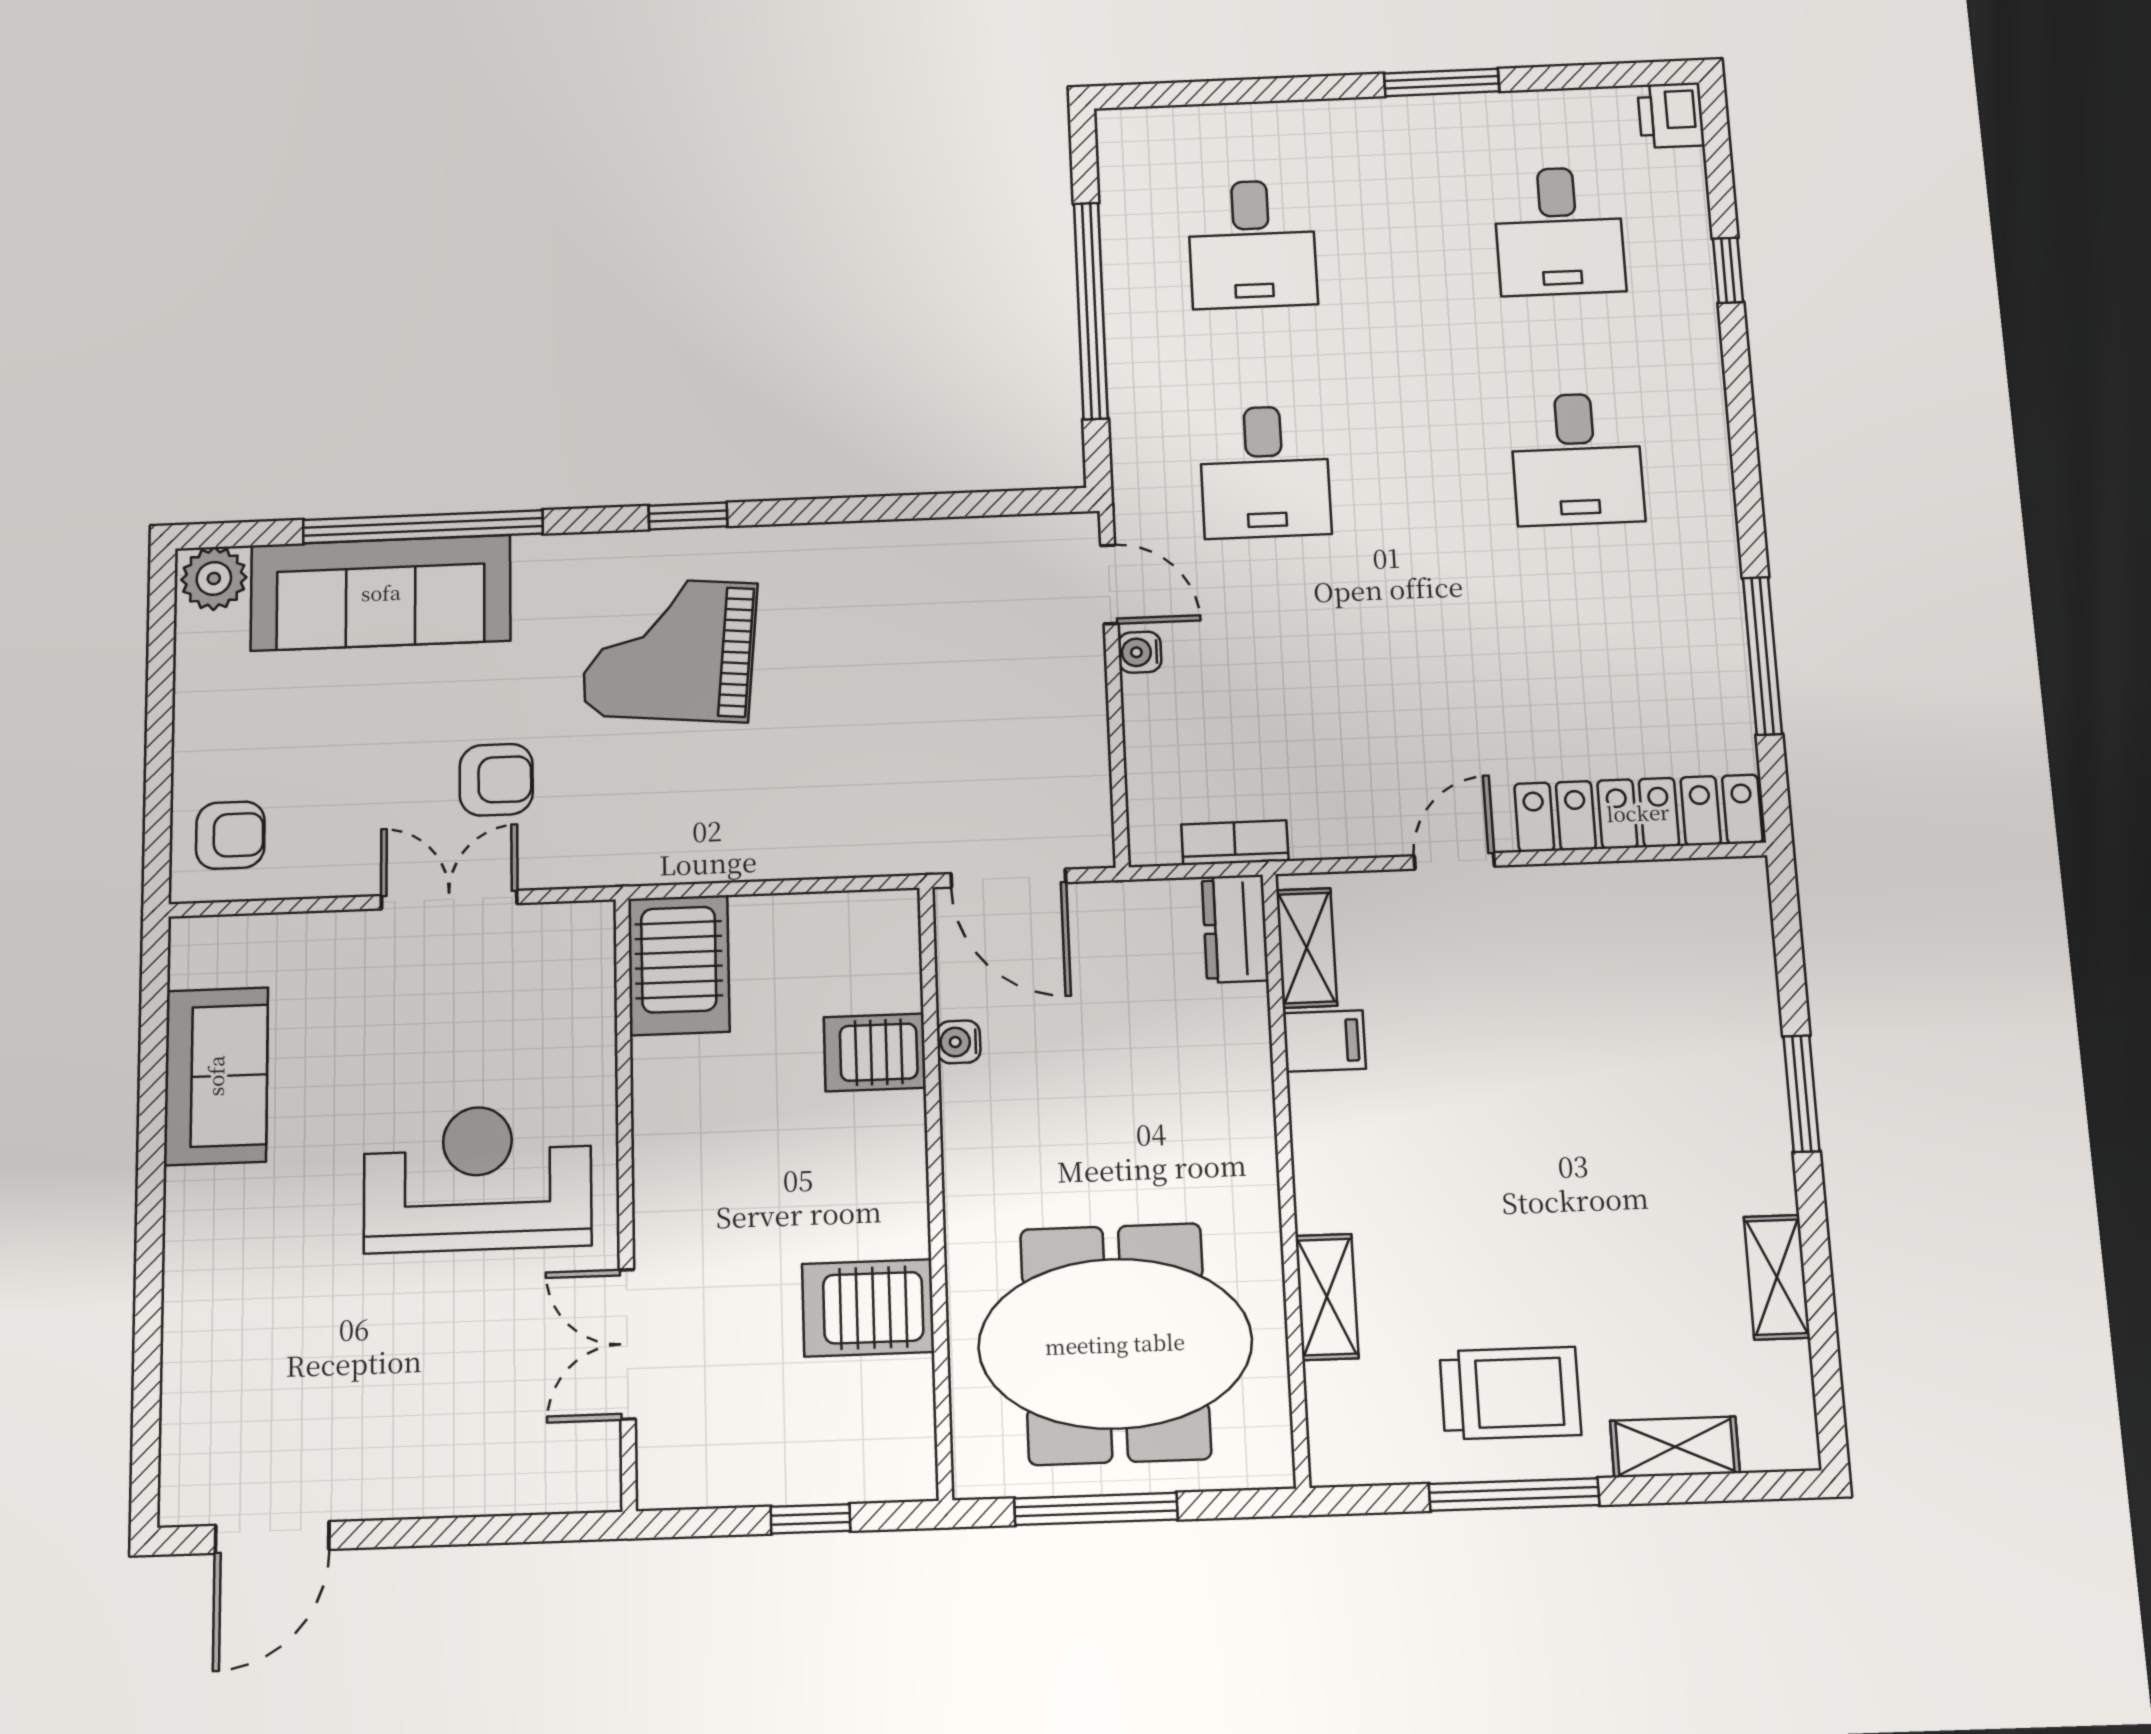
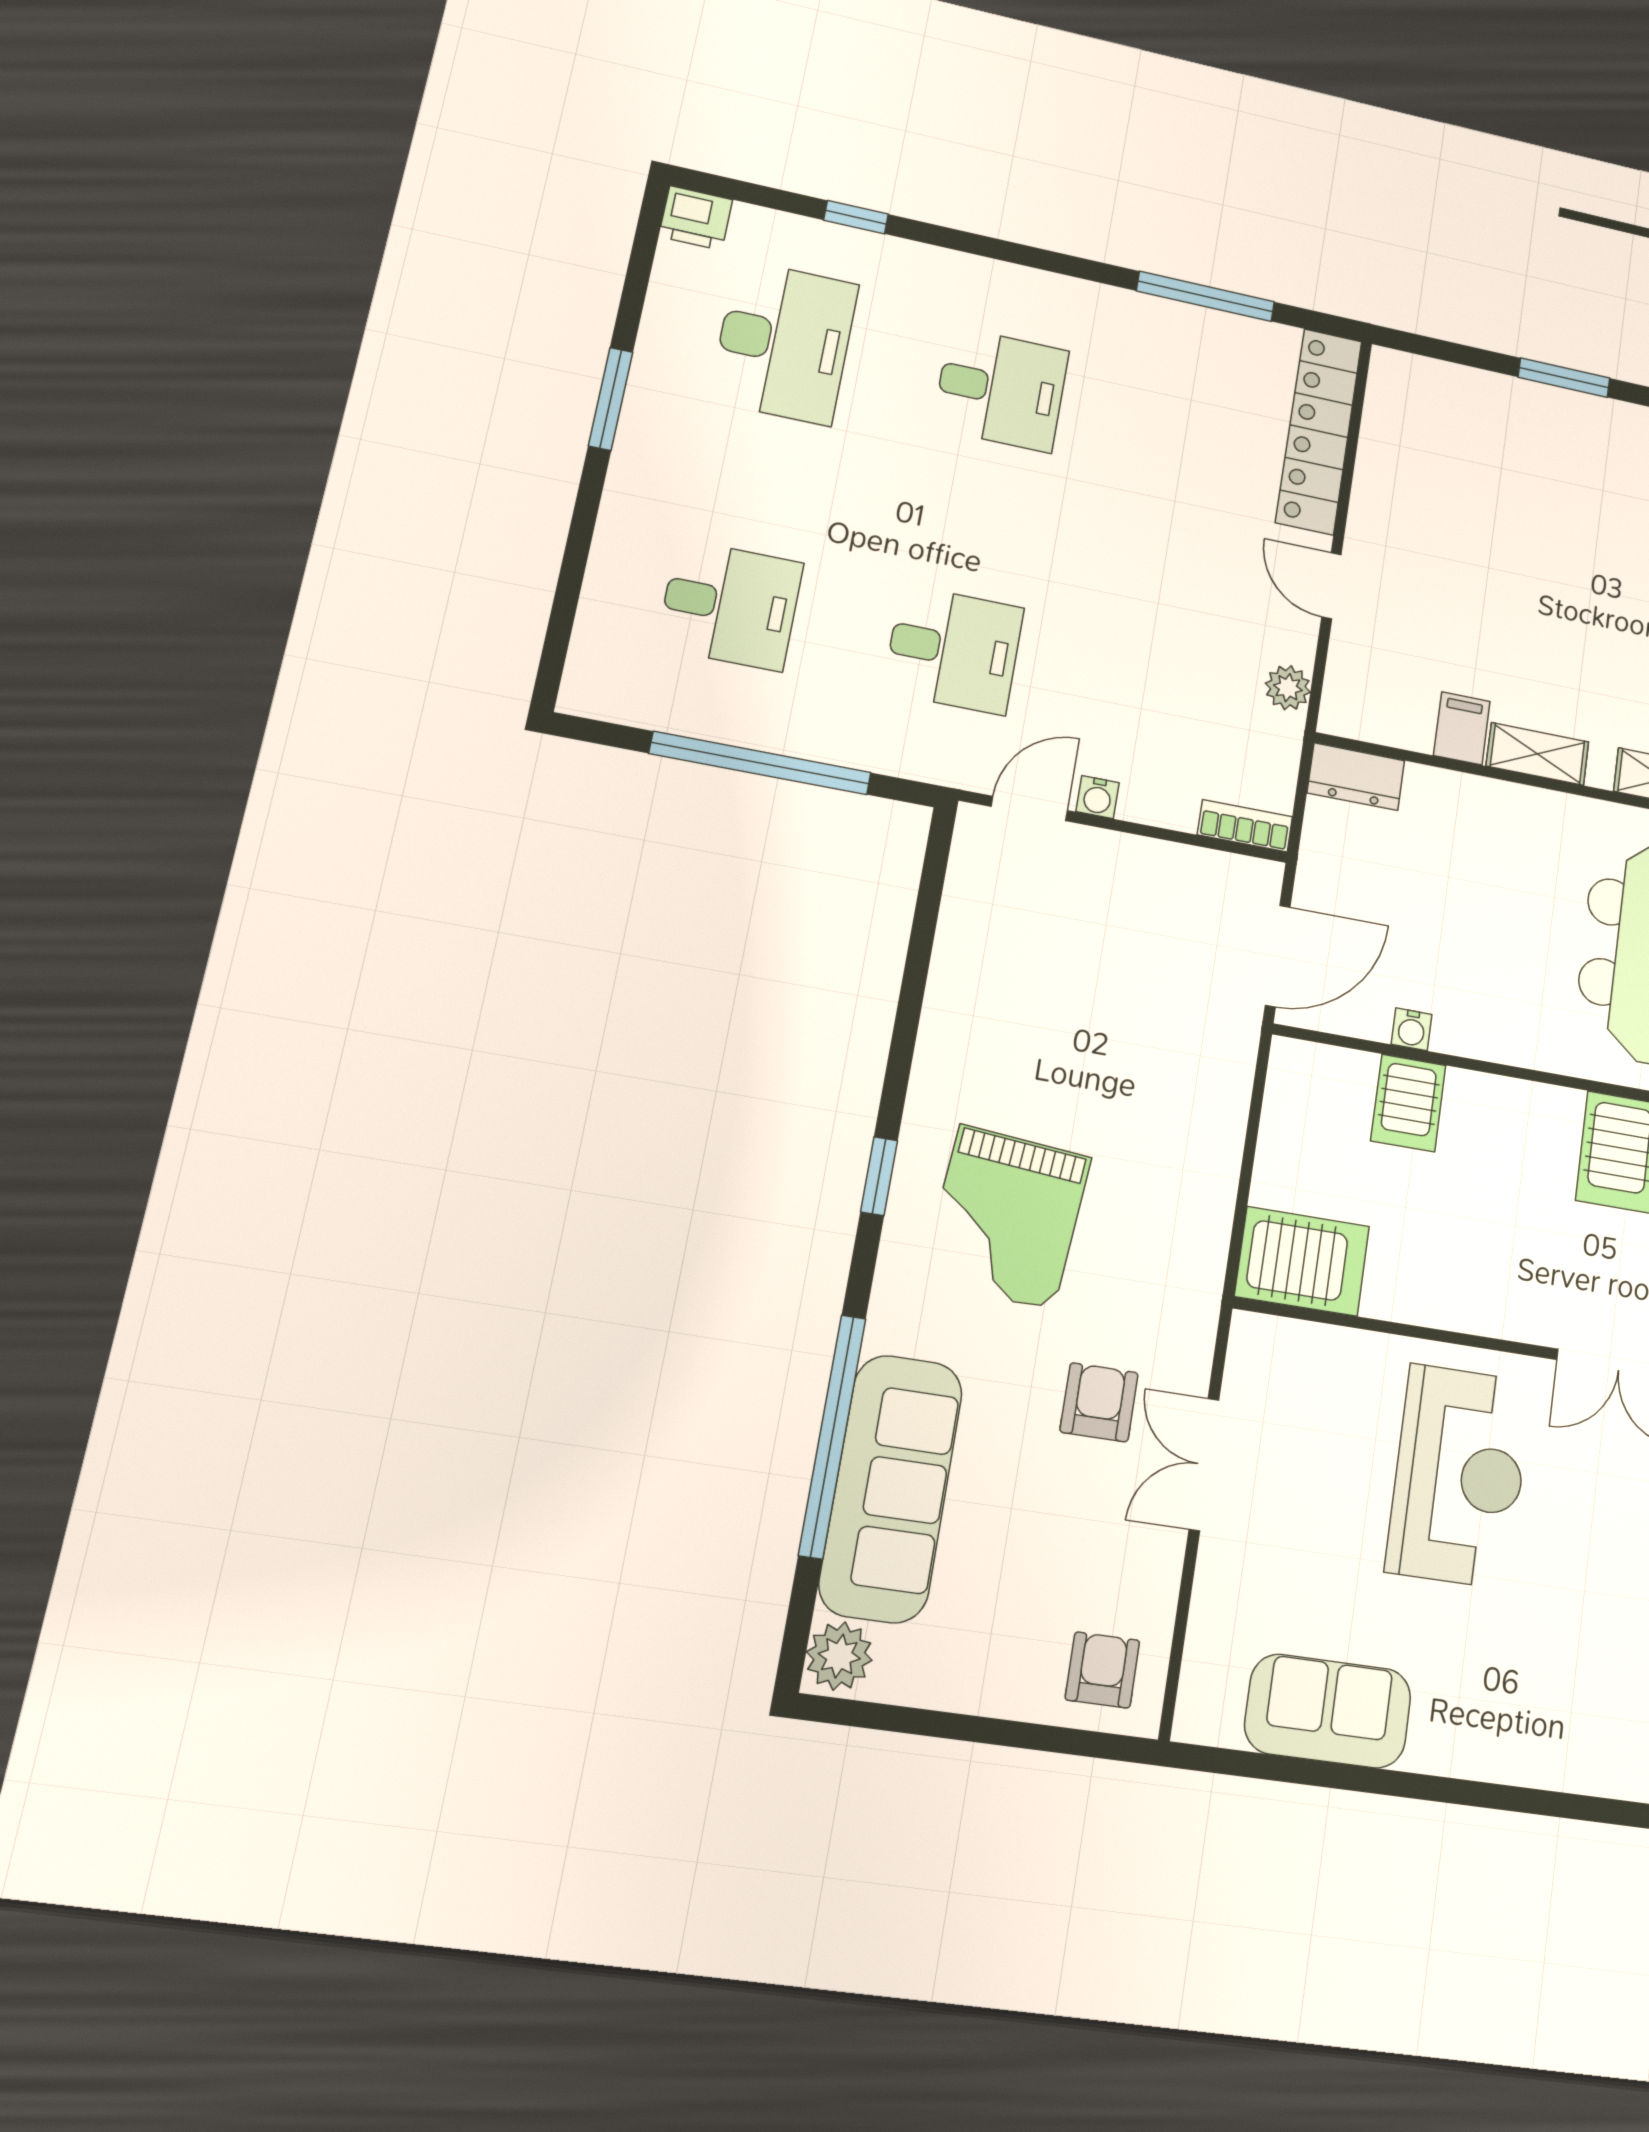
desk: (1559, 231) -> (784, 342), width x1.37
plant: (1319, 834) -> (1288, 688), added
bookcase: (1235, 843) -> (1245, 826), moved, turned 90
shelving: (1307, 948) -> (1538, 754), moved
reception desk: (477, 1178) -> (1459, 1476), turned 180

